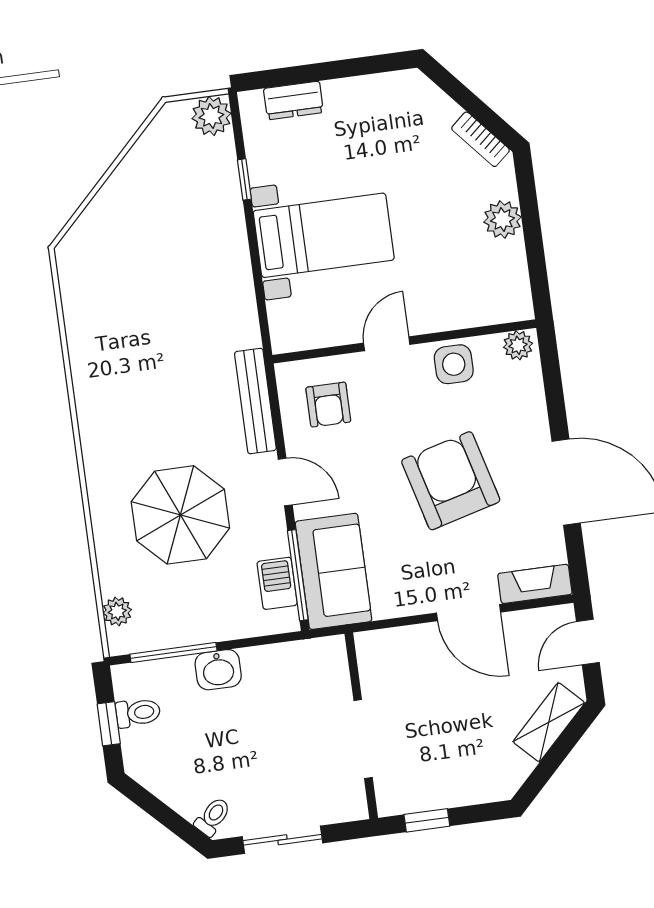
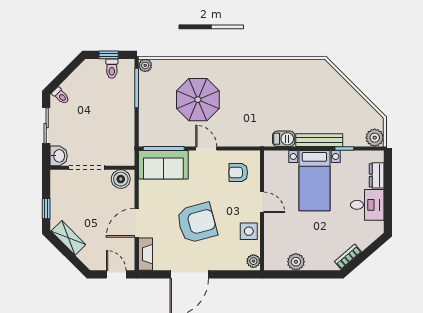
desk: (361, 112) -> (367, 205), added
plant: (502, 219) -> (296, 262), moved
bench: (255, 401) -> (319, 140), moved
door: (285, 482) -> (206, 149), swing flipped
barbecue: (277, 583) -> (284, 139), moved
plant: (117, 611) -> (145, 65), moved
boiler: (378, 660) -> (121, 179), added
washbasin: (218, 670) -> (59, 156), moved, turned 180
shelving: (549, 722) -> (68, 238), moved
window: (427, 820) -> (46, 209), moved

